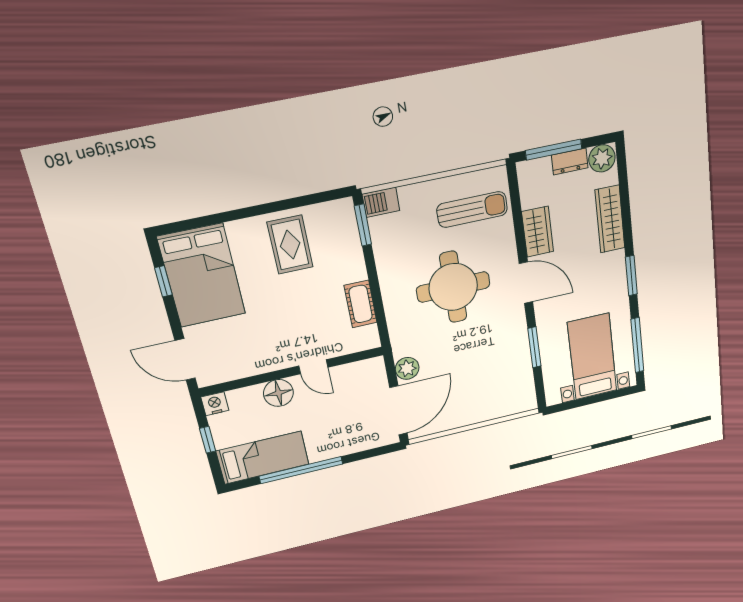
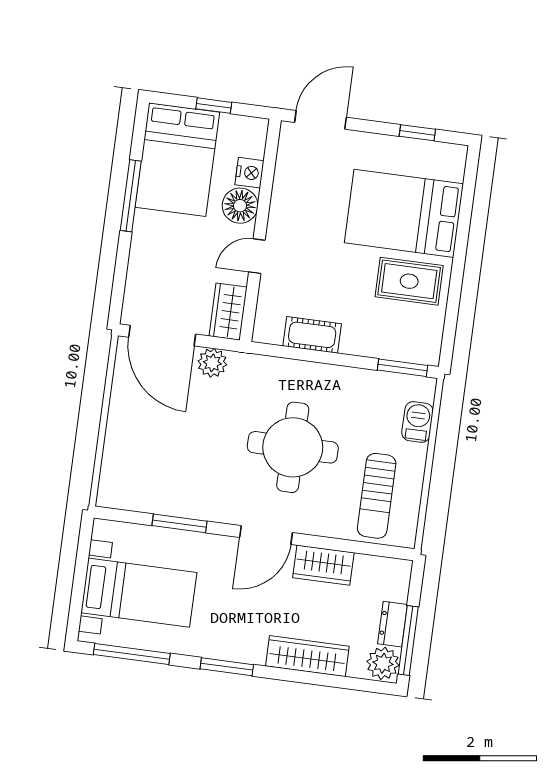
window: (554, 150) -> (408, 640), moved
barbecue: (381, 202) -> (417, 422), moved
bed: (202, 276) -> (404, 213), moved
wardrobe: (364, 372) -> (228, 312), added
nightstand: (215, 404) -> (249, 173), moved
bed: (263, 458) -> (177, 160), width x1.50
window: (301, 470) -> (131, 196), width x0.68

